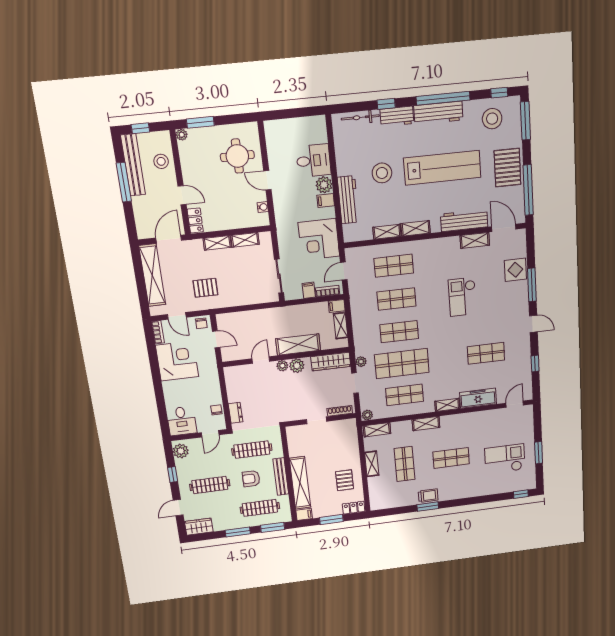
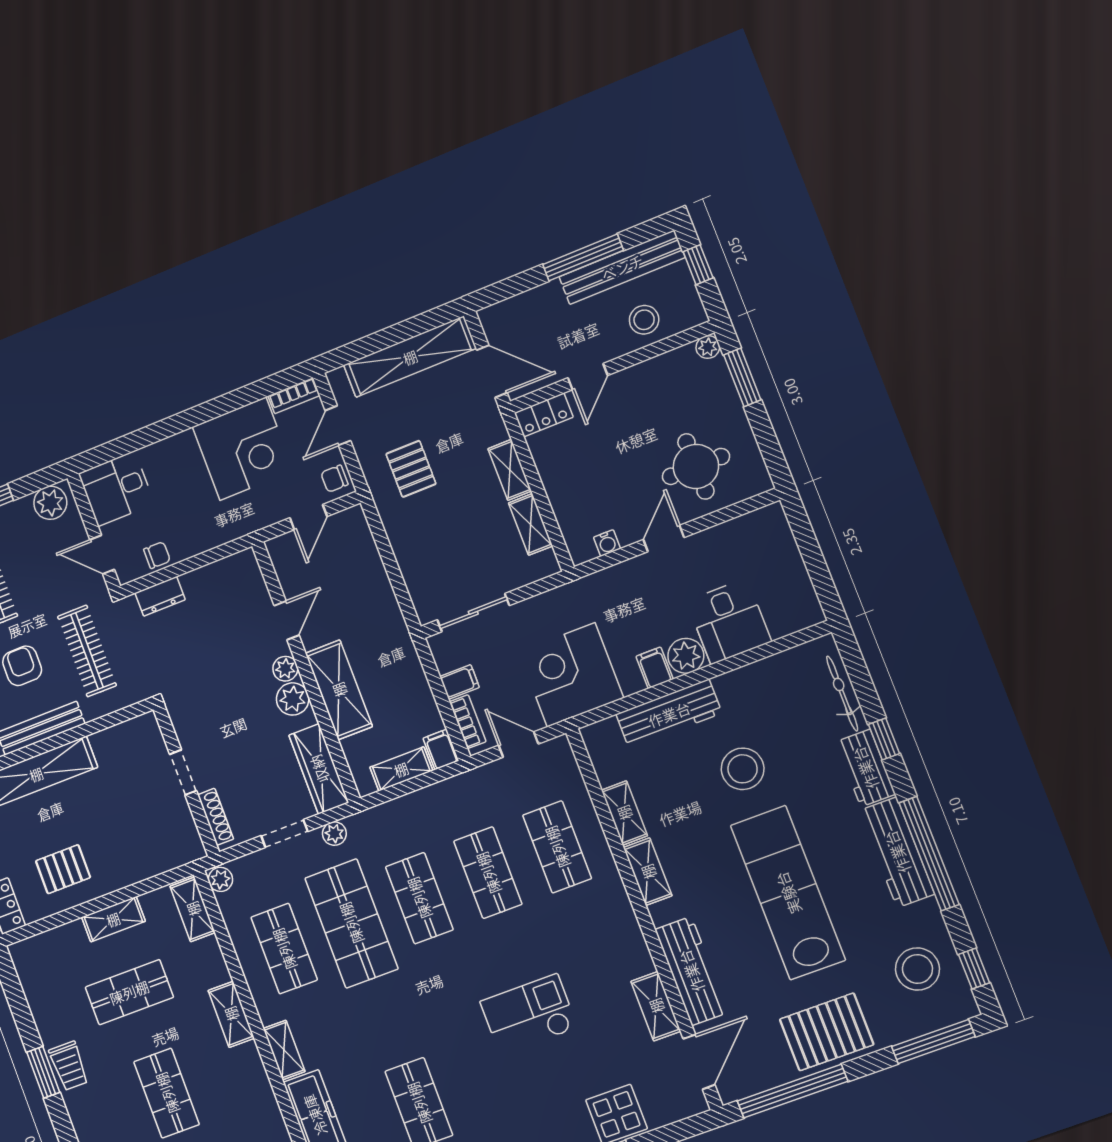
lab bench: (442, 168) -> (788, 893), turned 180
door: (261, 360) -> (287, 620), hinge flipped

